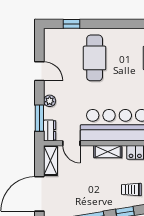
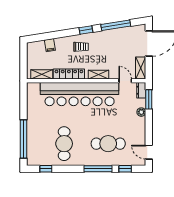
window: (108, 24) -> (98, 169), added
cafe table: (95, 58) -> (108, 144), turned 90
door: (39, 71) -> (149, 152), moved

